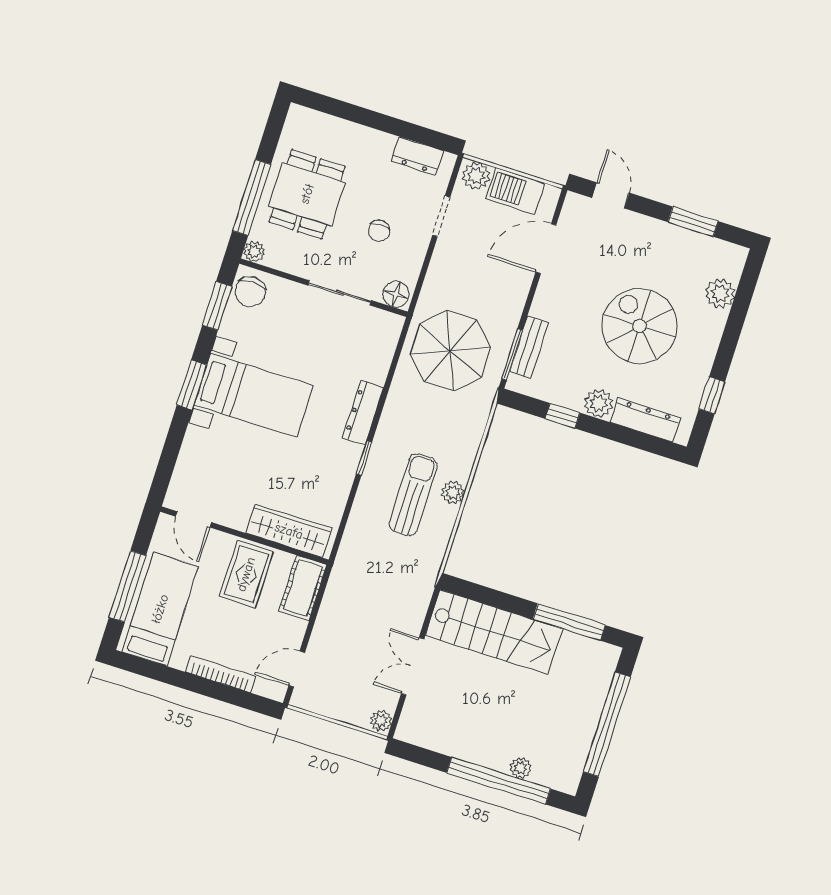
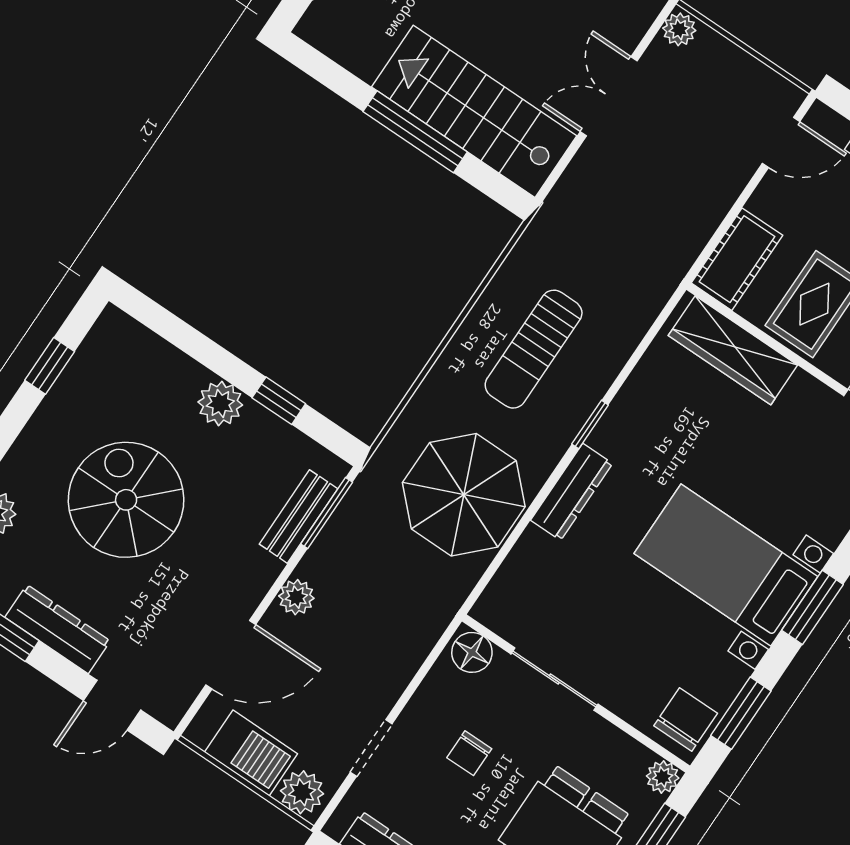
door: (611, 195) -> (112, 705), hinge flipped
chair: (379, 231) -> (469, 753), turned 180
spiral stairs: (640, 326) -> (126, 500), turned 180
parasol: (450, 351) -> (464, 495), moved
dresser: (645, 420) -> (58, 629), moved, turned 180
plant: (453, 493) -> (296, 597), moved
window: (569, 622) -> (415, 132), moved
double door: (413, 666) -> (609, 96), swing flipped

